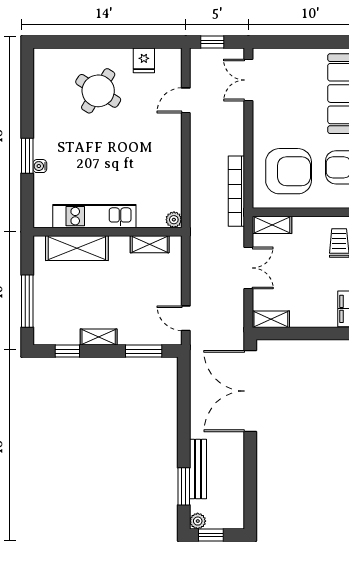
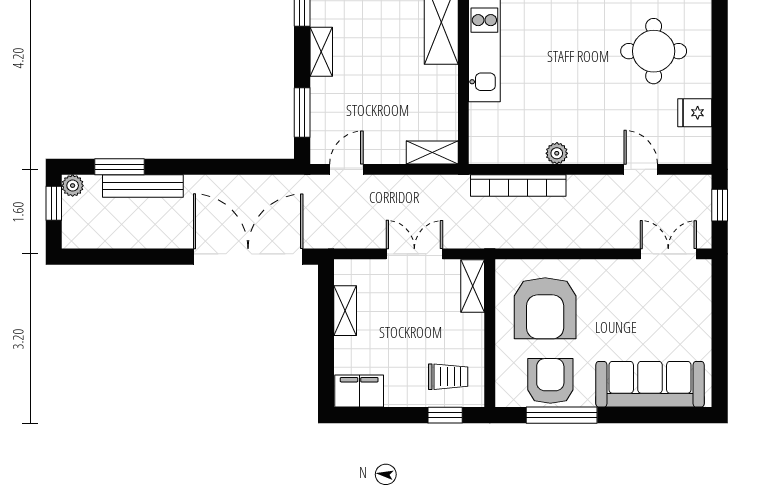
round table: (98, 91) -> (654, 51), turned -32
bookcase: (236, 191) -> (518, 185), moved, turned 180
plant: (174, 220) -> (557, 153), moved
shelving: (150, 244) -> (432, 152), moved, turned 90
double door: (248, 268) -> (414, 254), swing flipped
shelving: (271, 319) -> (345, 311), moved

